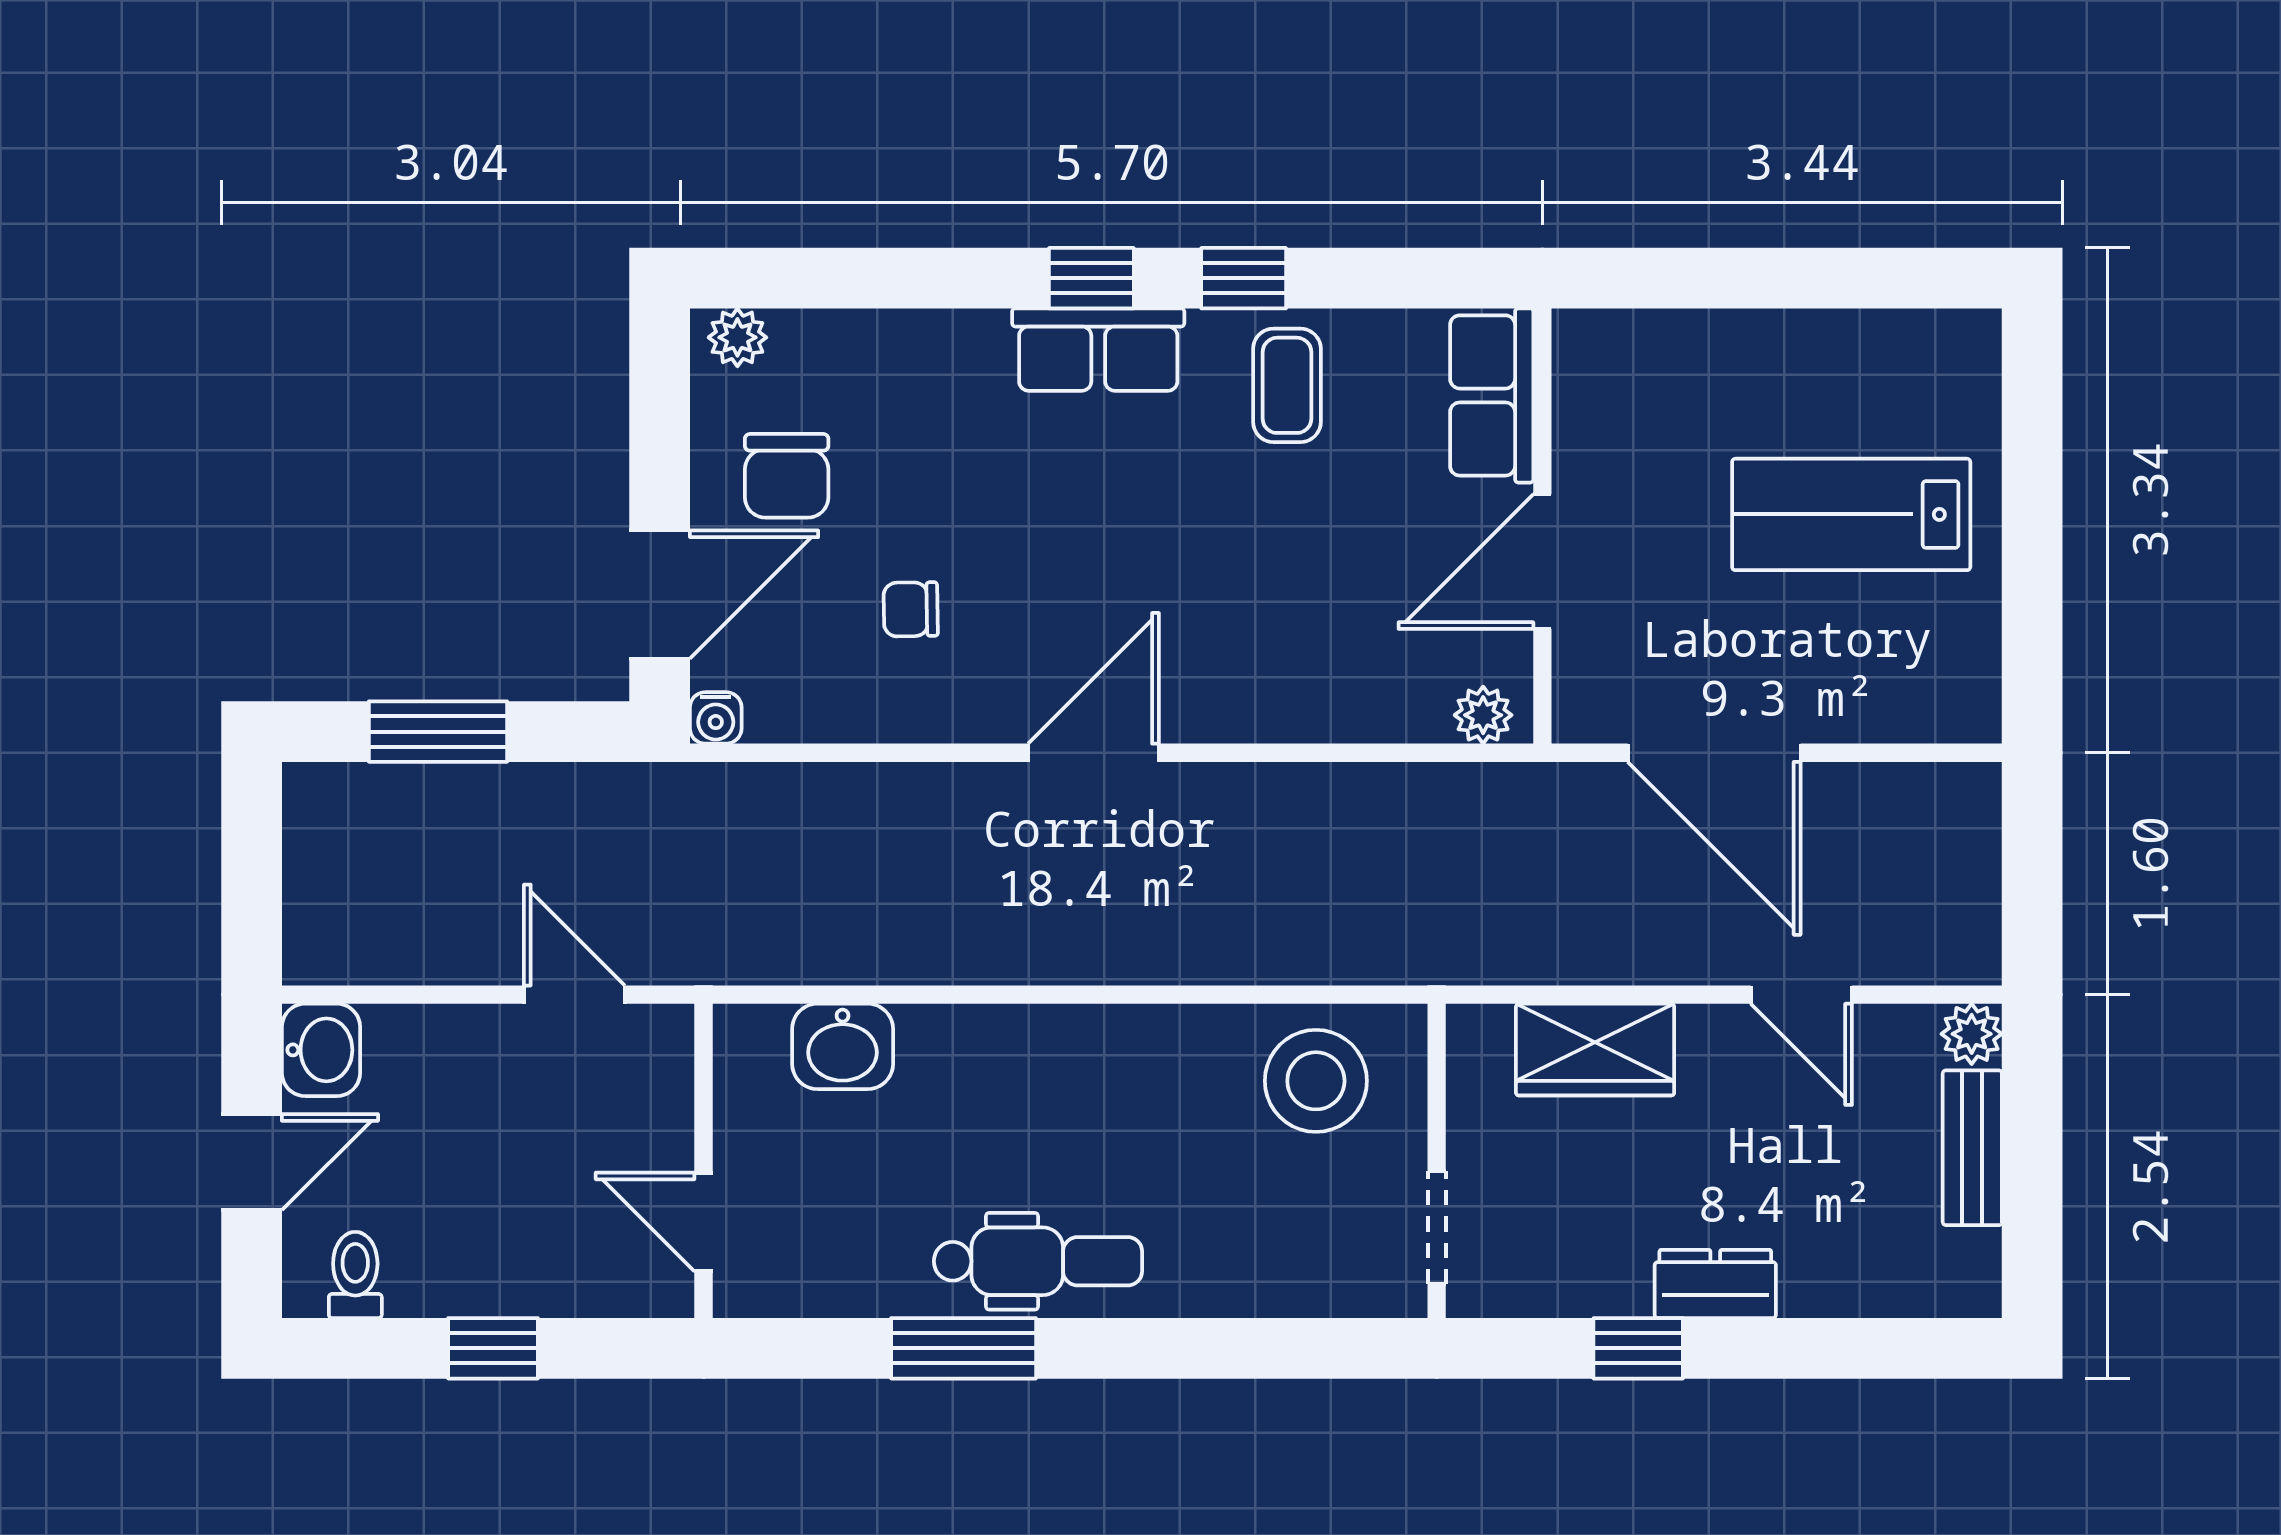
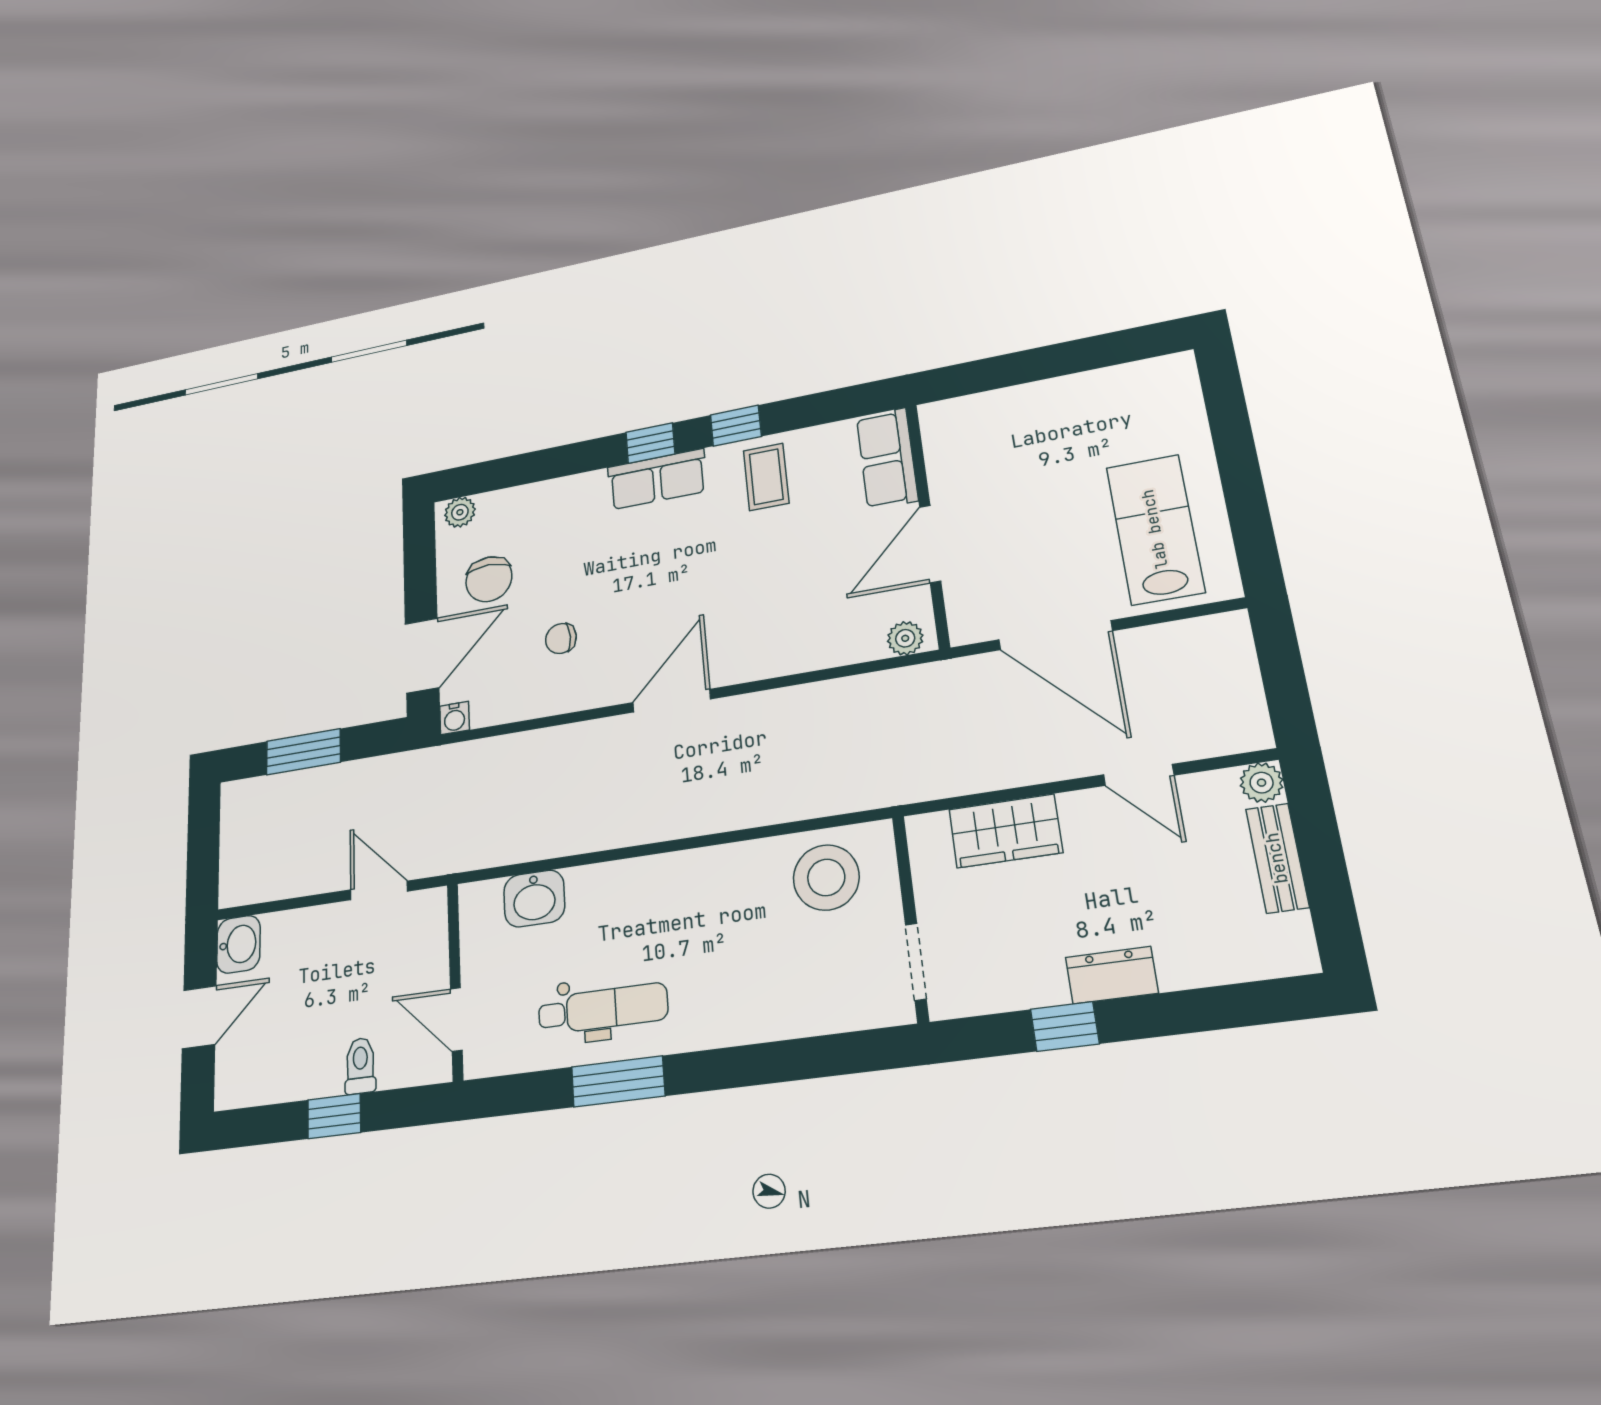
lab bench: (1851, 514) -> (1155, 529), moved, turned 90
dental chair: (1038, 1261) -> (603, 1009), moved
toilet: (355, 1275) -> (360, 1066), moved

